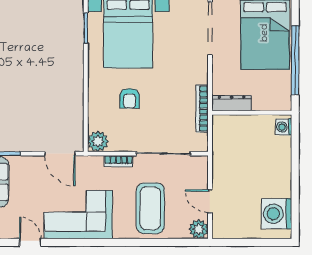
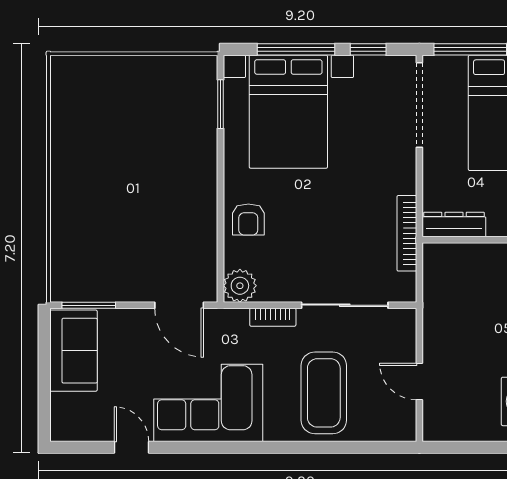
armchair: (130, 98) -> (248, 220), moved
plant: (199, 229) -> (401, 426), removed

